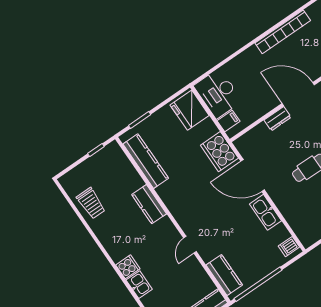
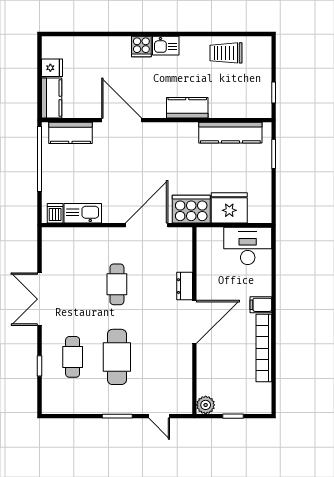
fridge: (190, 110) -> (229, 208), moved
filing cabinet: (229, 121) -> (261, 305), moved, turned 90
kitchen sink: (265, 212) -> (83, 213), moved
door: (190, 245) -> (122, 120), width x1.88
kitchen sink: (139, 285) -> (166, 46), moved

